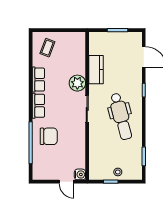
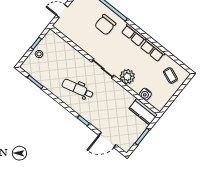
kitchen counter: (96, 70) -> (143, 112), moved
dental chair: (121, 116) -> (78, 89), width x0.73, depth x0.72
water cooler: (80, 174) -> (145, 94), moved

